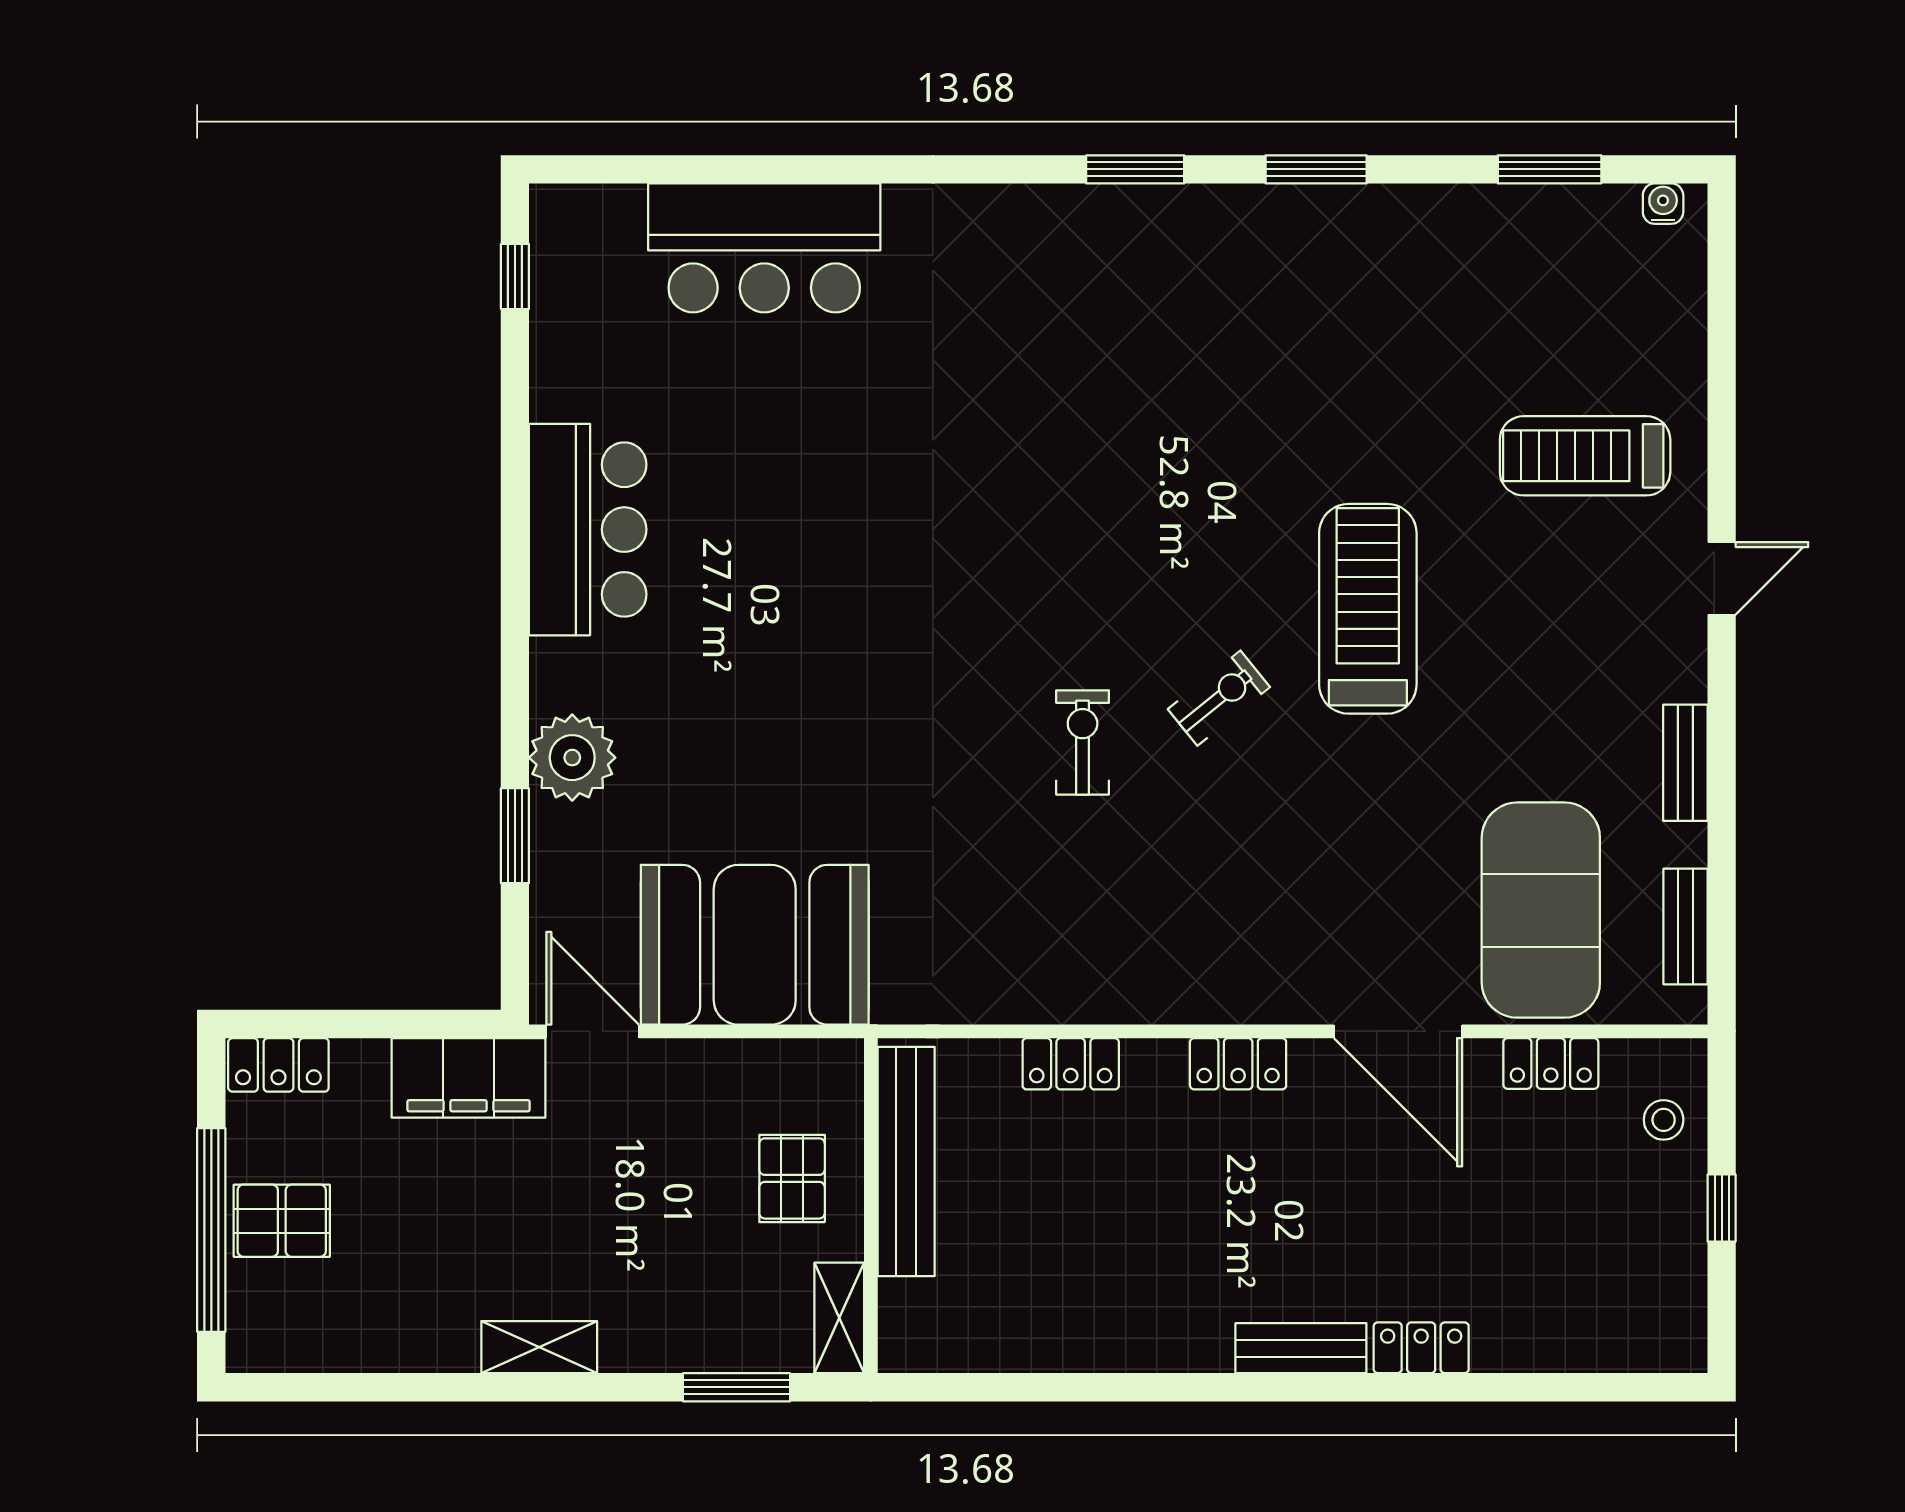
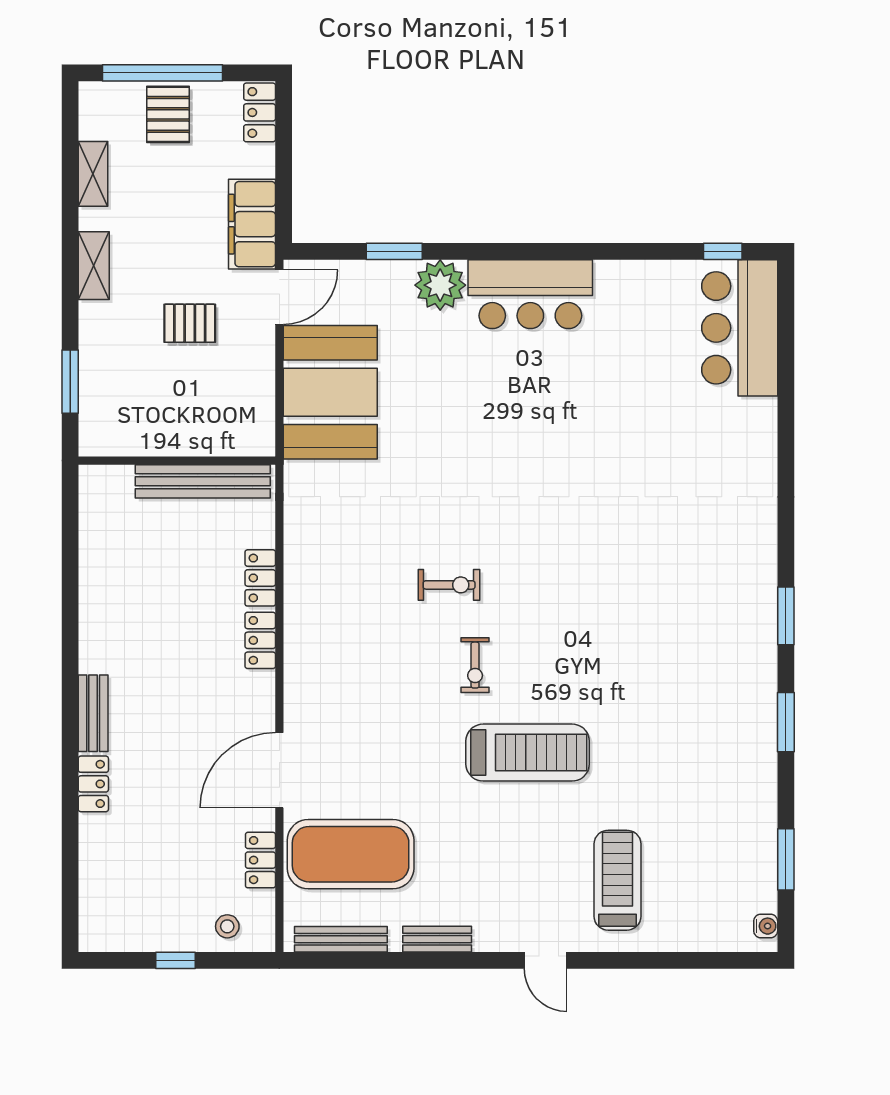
bar counter: (764, 248) -> (740, 328), moved
bar counter: (588, 530) -> (530, 294), moved
exercise bike: (1219, 698) -> (475, 665), turned 39
bench: (1685, 927) -> (341, 939), width x1.36
locker: (1238, 1064) -> (260, 640), moved
pallet: (792, 1178) -> (190, 323), moved
shelving: (839, 1318) -> (93, 174), moved, turned 90

